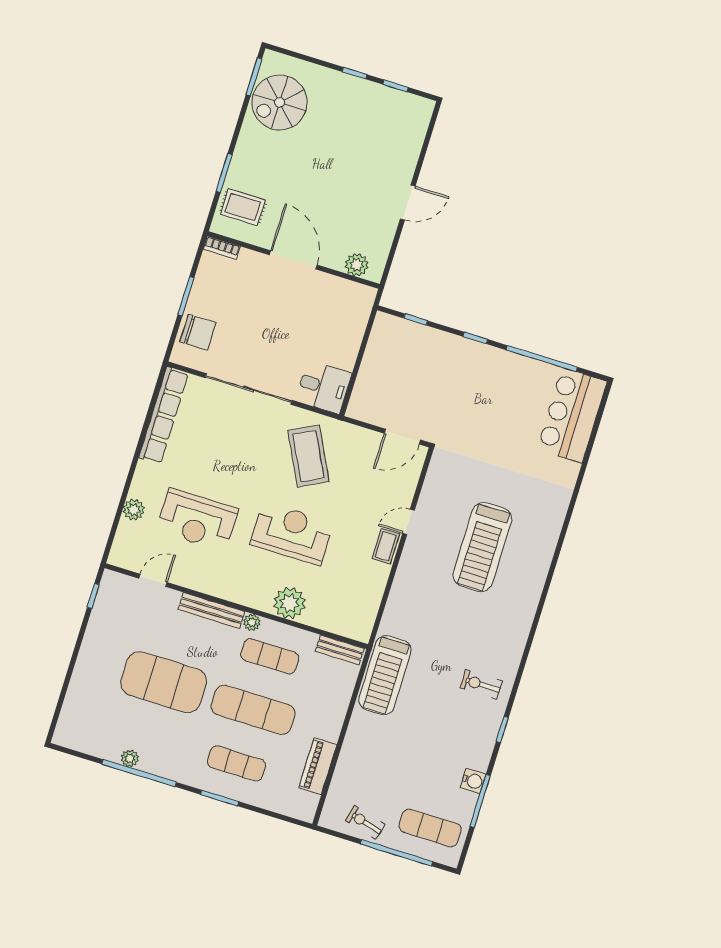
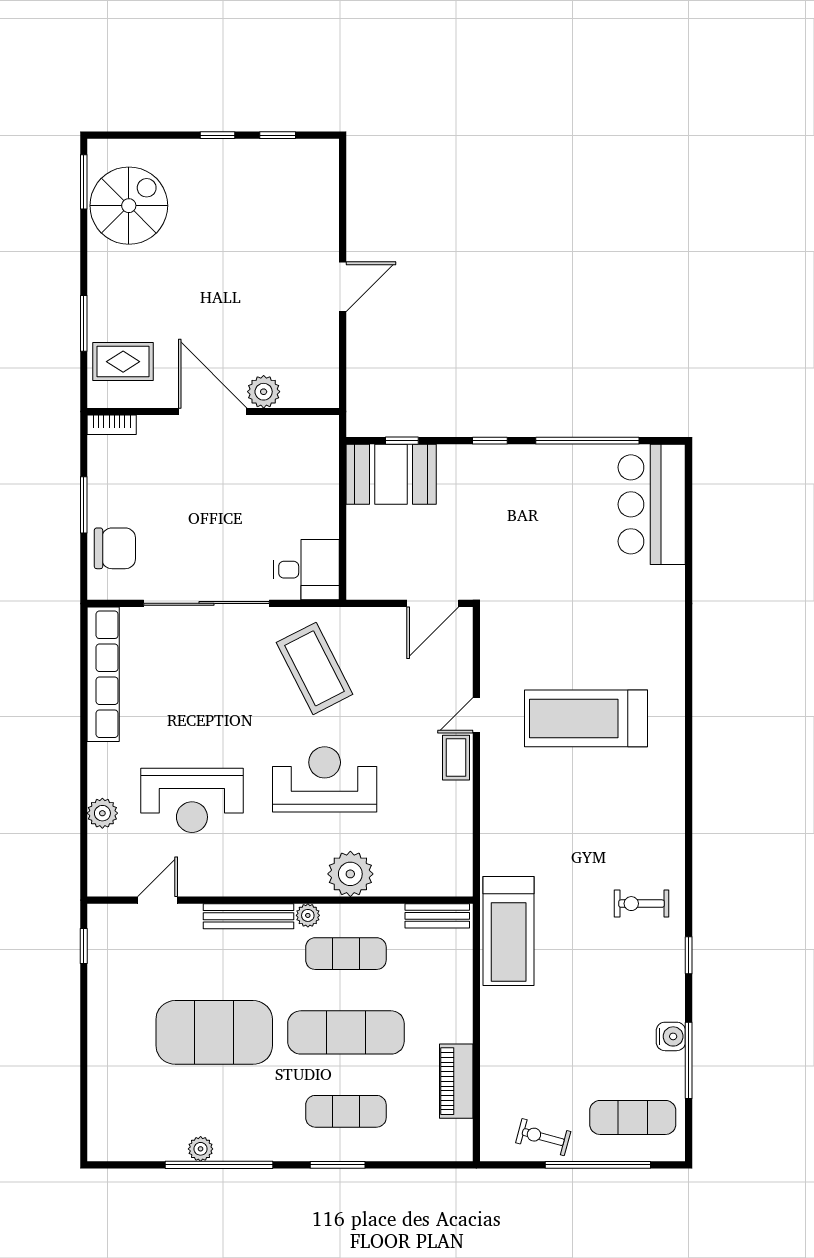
spiral stairs: (280, 102) -> (129, 206), turned 180
plant: (357, 265) -> (264, 392), moved
booth: (401, 340) -> (391, 474), added
treadmill: (482, 547) -> (586, 718), turned 90

